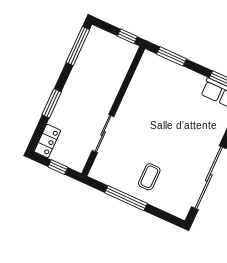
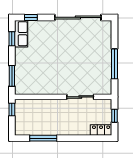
window: (78, 46) -> (43, 138), moved
window: (52, 103) -> (76, 138), removed
coffee table: (149, 177) -> (94, 55), removed

